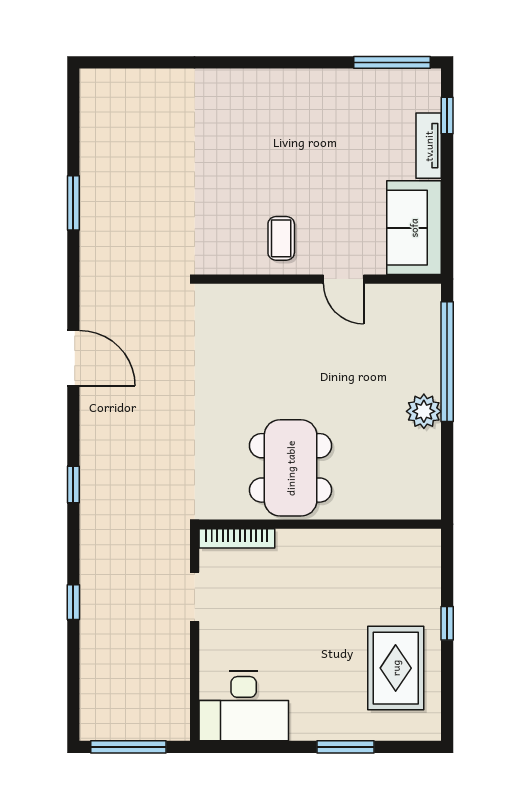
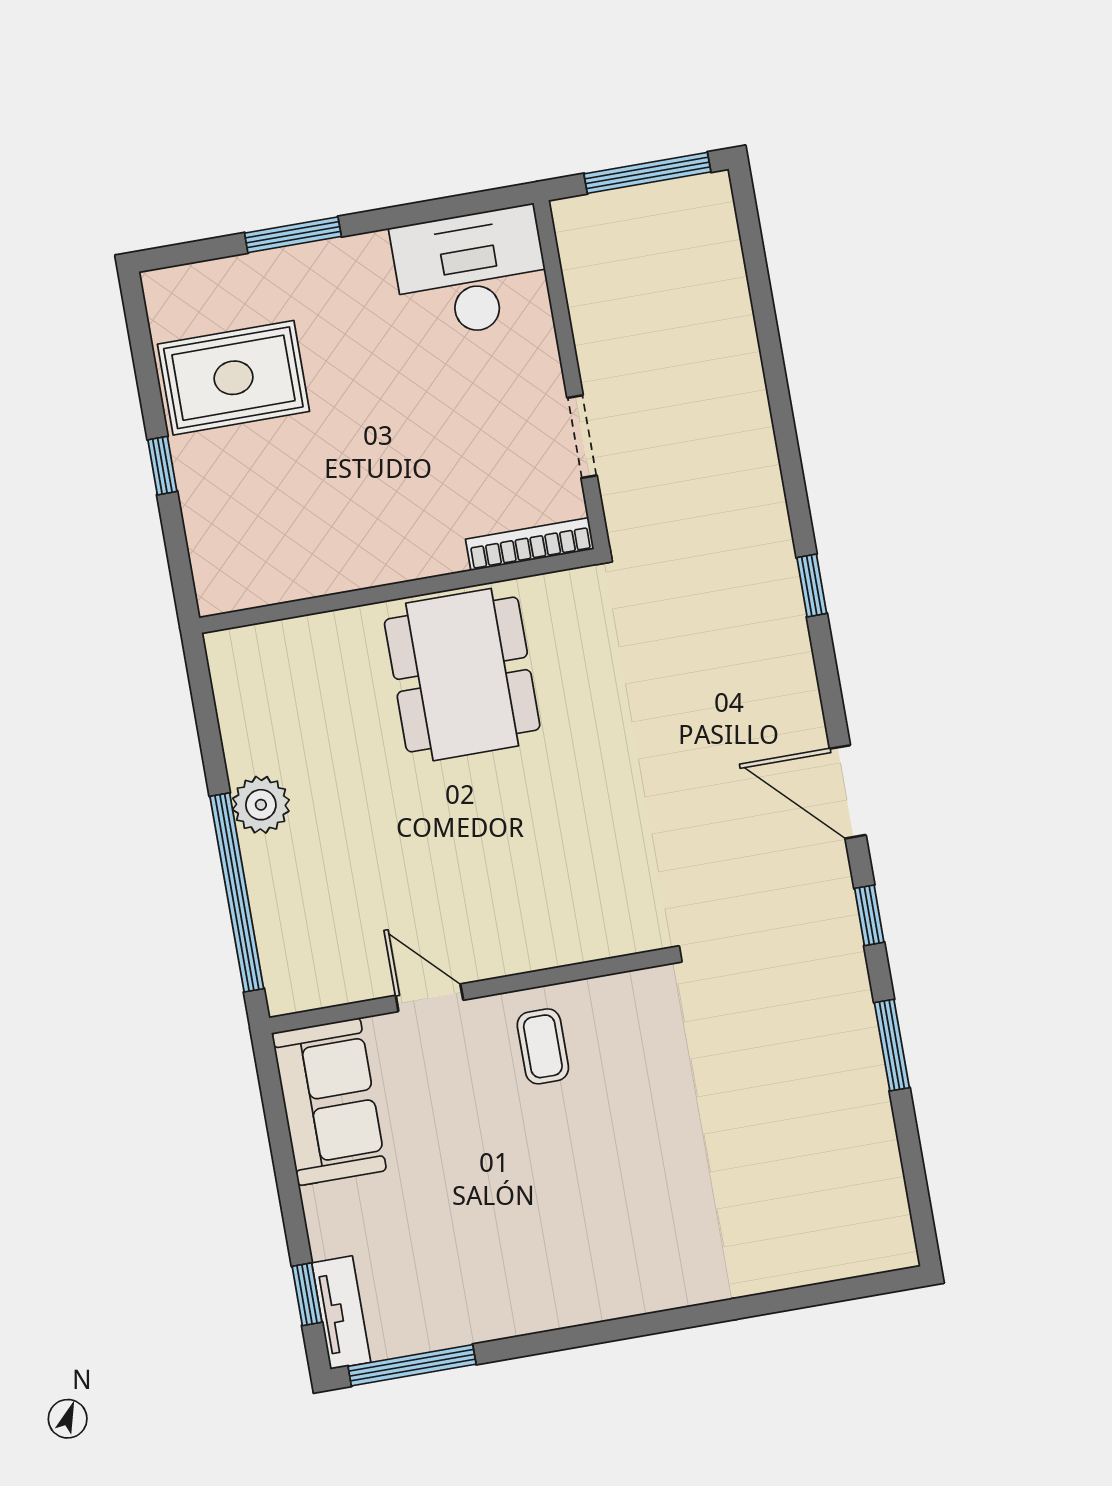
tv unit: (429, 146) -> (341, 1313), moved
window: (73, 602) -> (869, 915), moved
rug: (396, 668) -> (233, 378), turned 90

